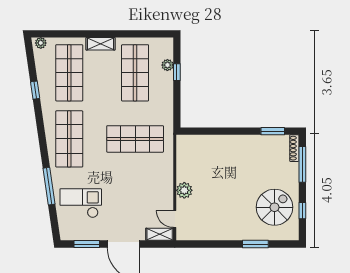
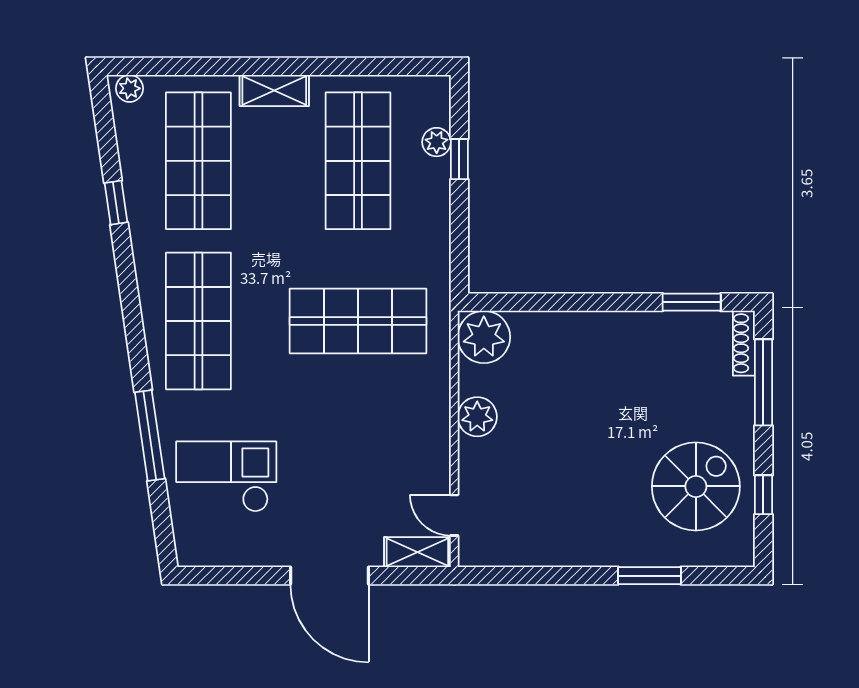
plant: (187, 146) -> (484, 337), added
plant: (184, 190) -> (477, 417), moved
window: (87, 244) -> (241, 576), removed

